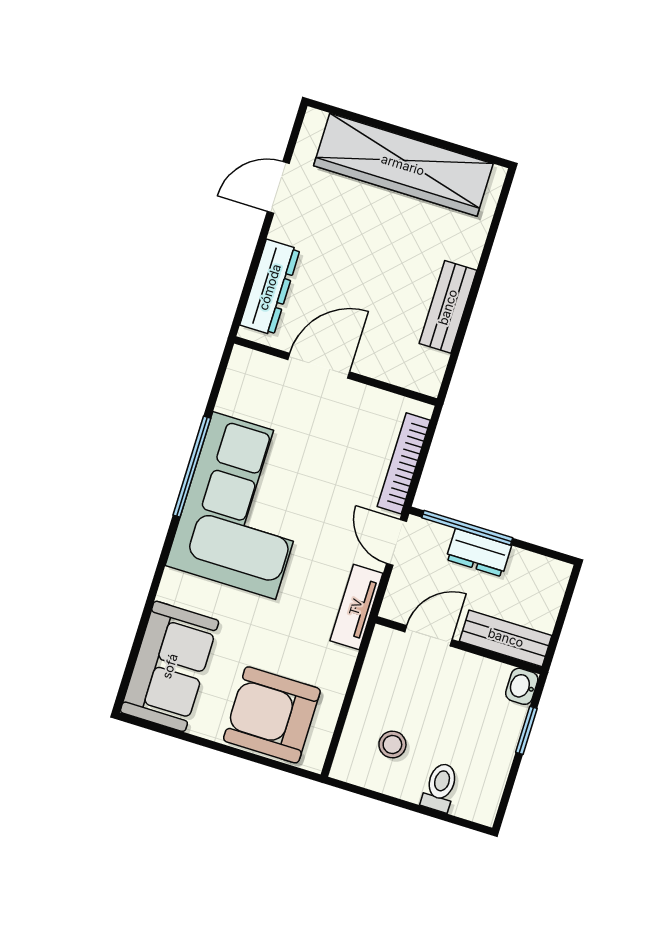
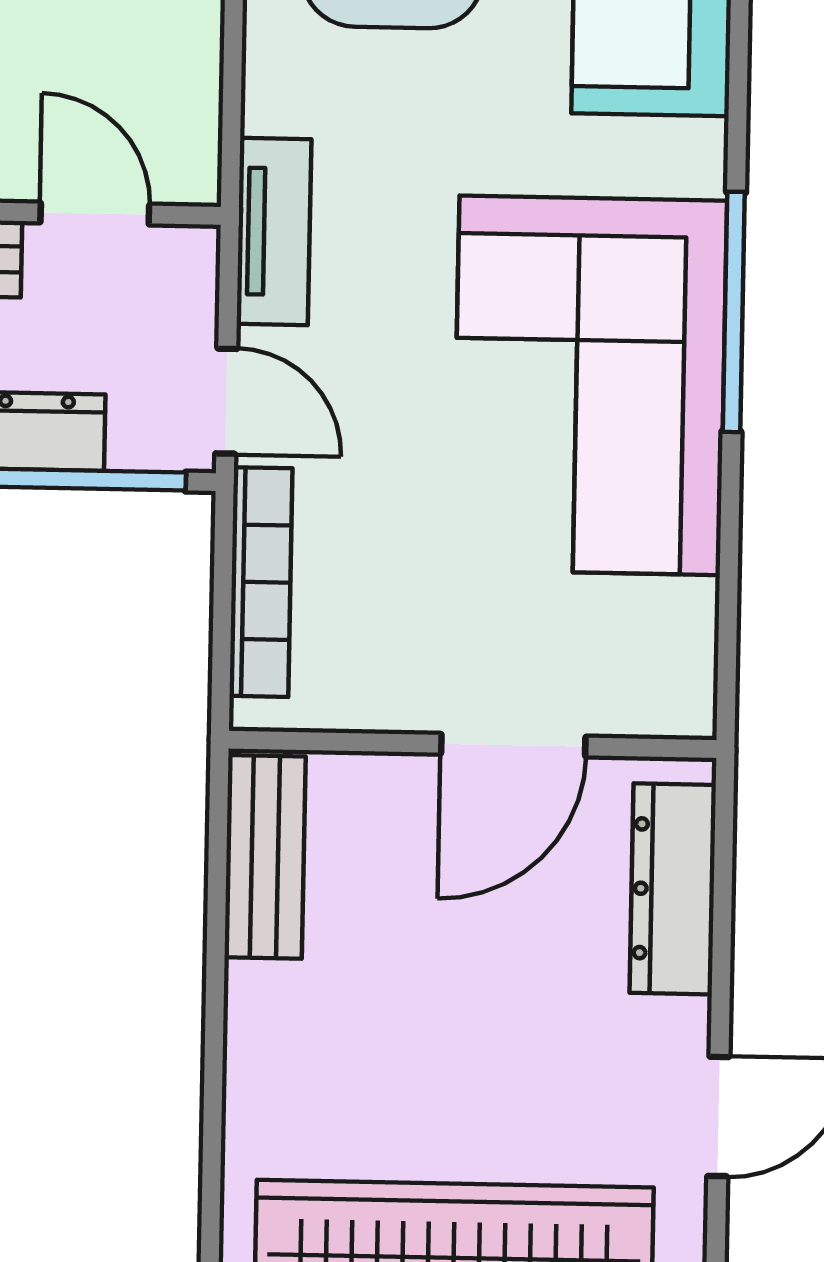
bench: (448, 307) -> (265, 857), moved
window: (192, 467) -> (734, 312), moved
door: (428, 636) -> (95, 214), swing flipped

